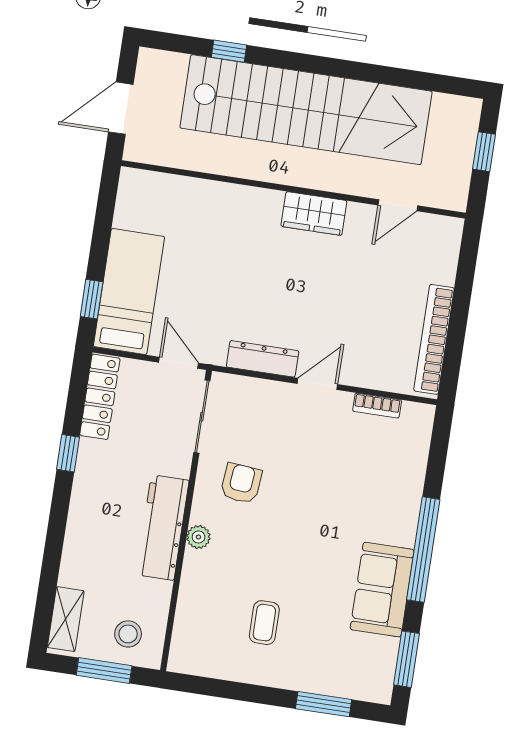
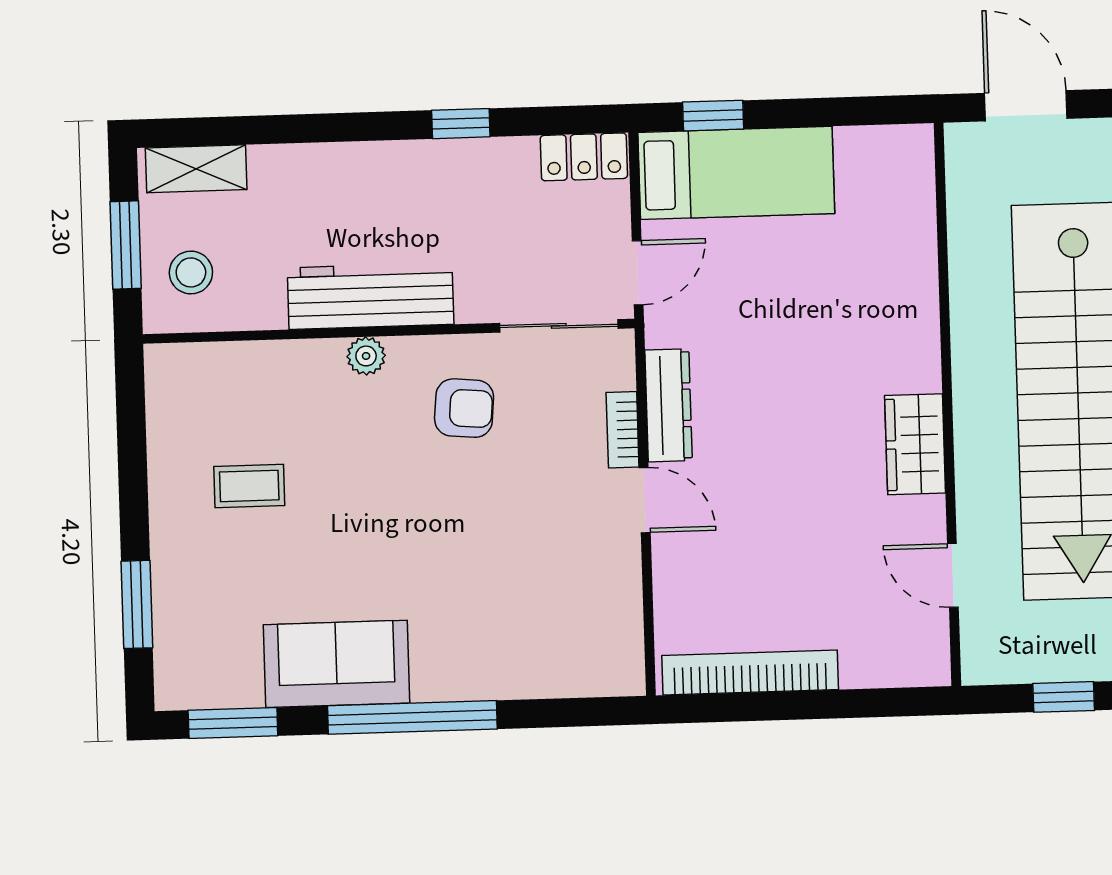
locker: (100, 397) -> (584, 157), width x0.66
bookcase: (377, 406) -> (623, 430), moved

